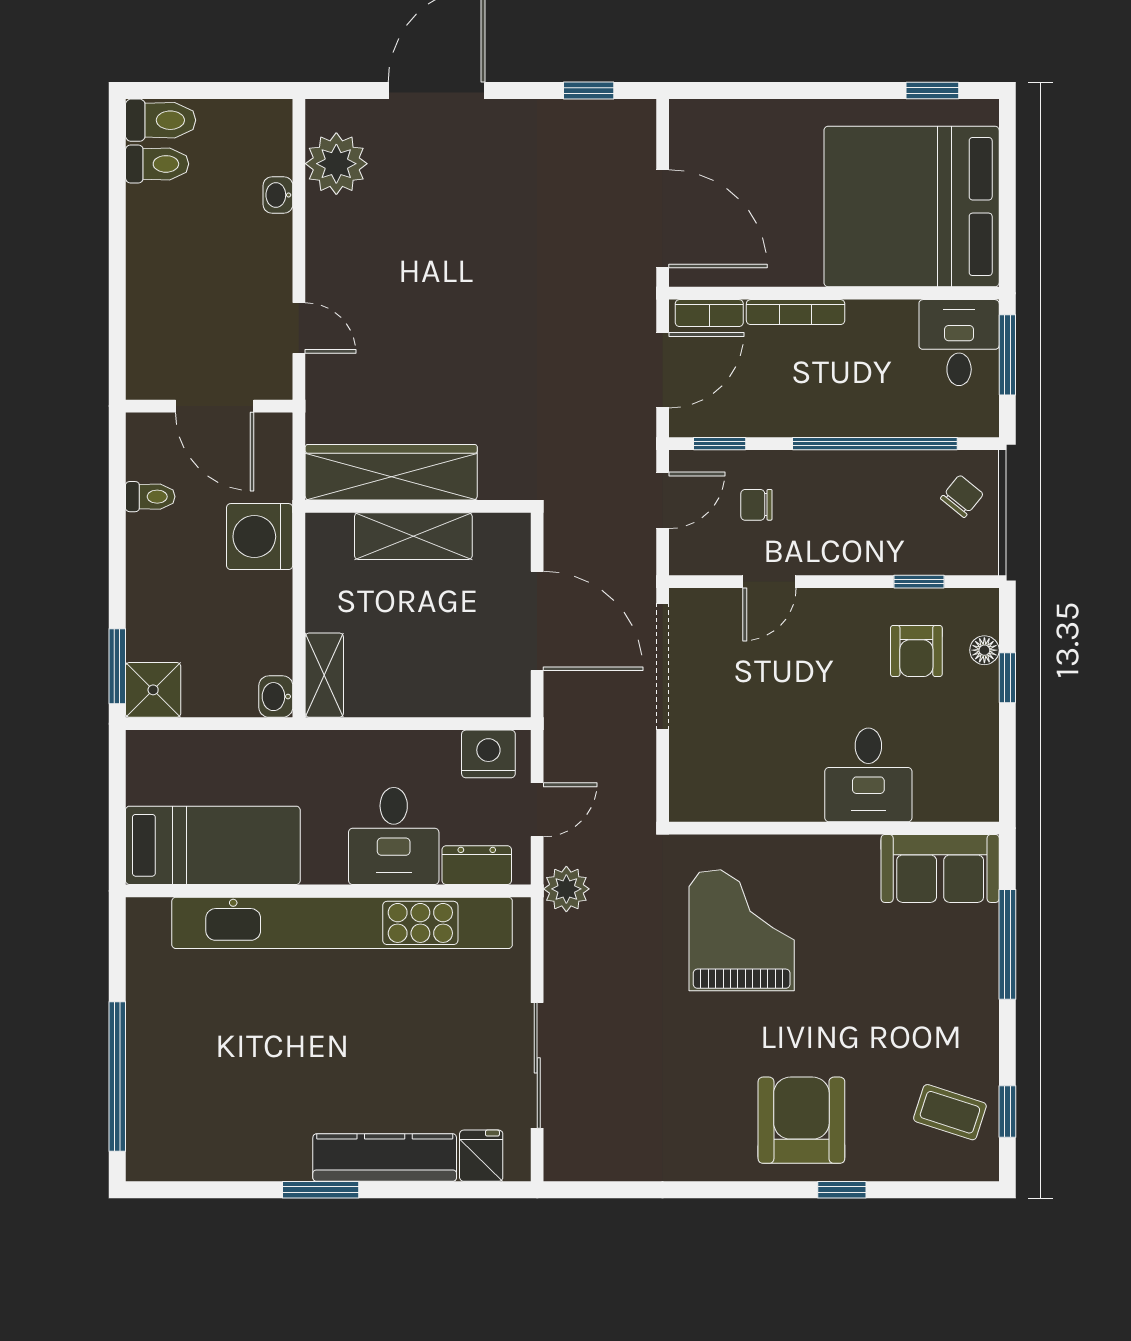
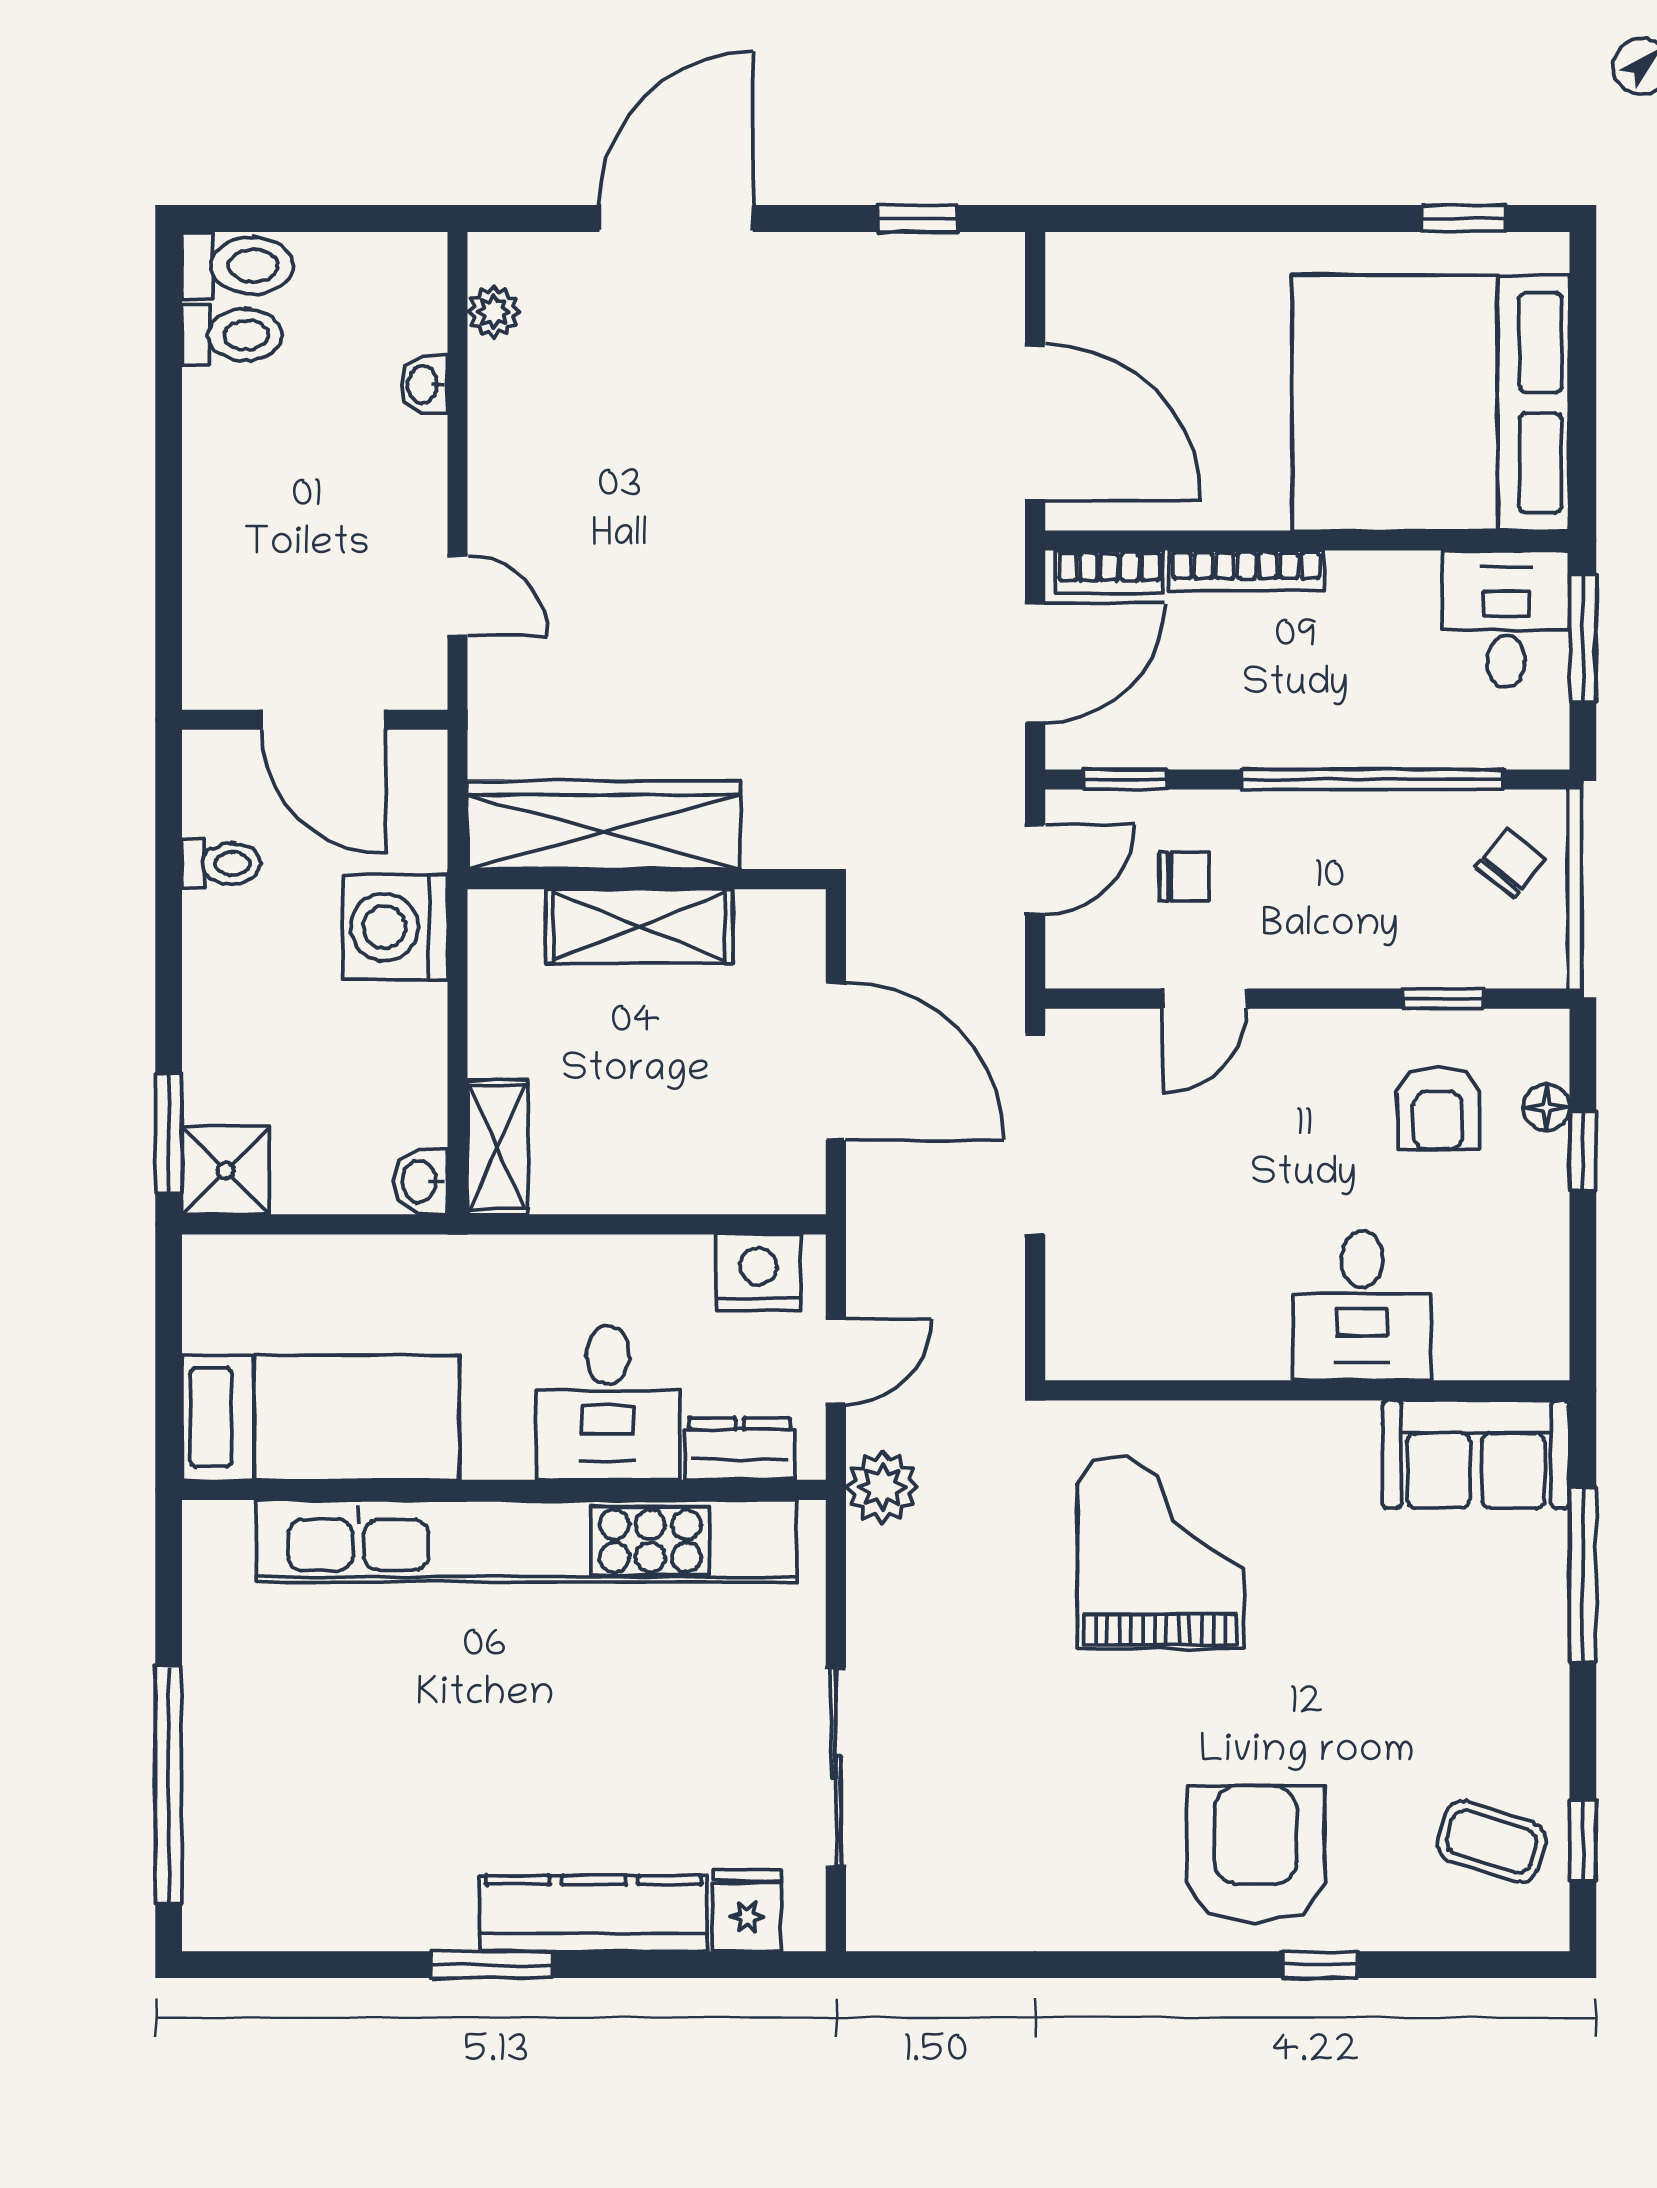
plant: (336, 164) -> (494, 312), width x0.53, depth x0.53
chair: (756, 505) -> (1184, 877), turned 180

